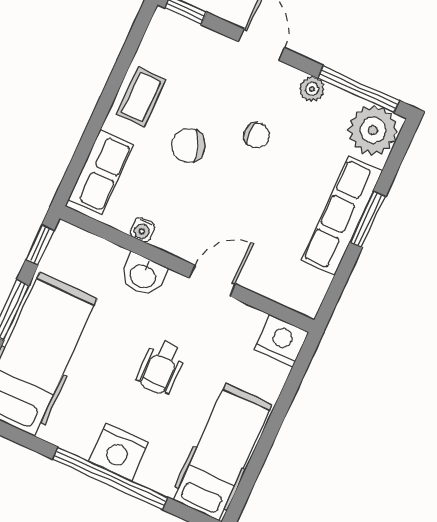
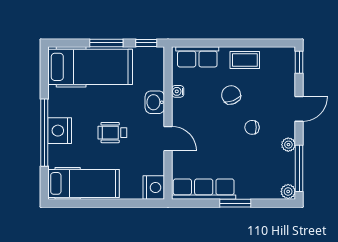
plant: (373, 130) -> (288, 192), width x0.53, depth x0.53
chair: (257, 135) -> (252, 127), turned 90
row of seats: (342, 216) -> (204, 189), moved

